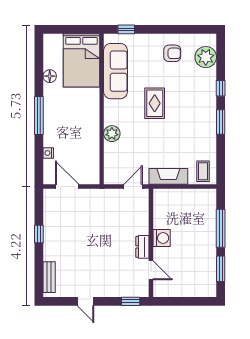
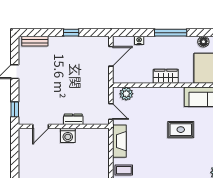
wardrobe: (91, 121) -> (166, 76), added
plant: (112, 134) -> (126, 94), moved
dresser: (142, 247) -> (73, 119), moved

